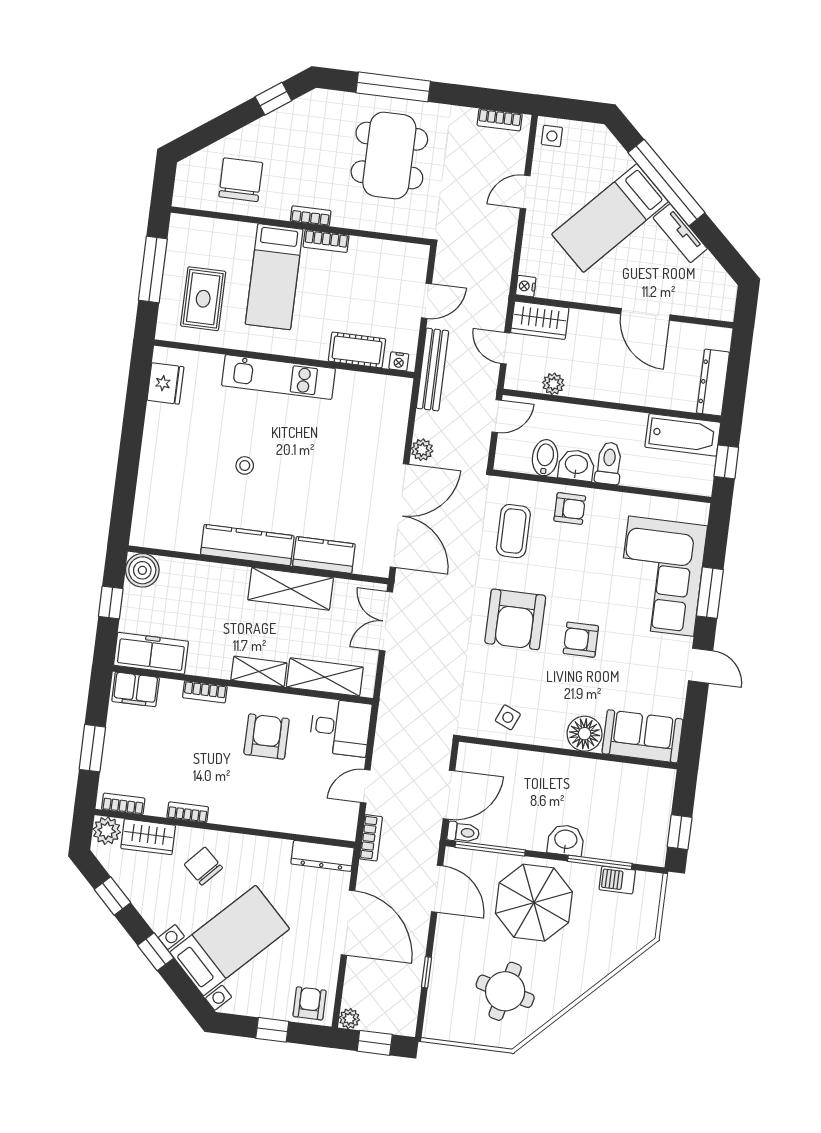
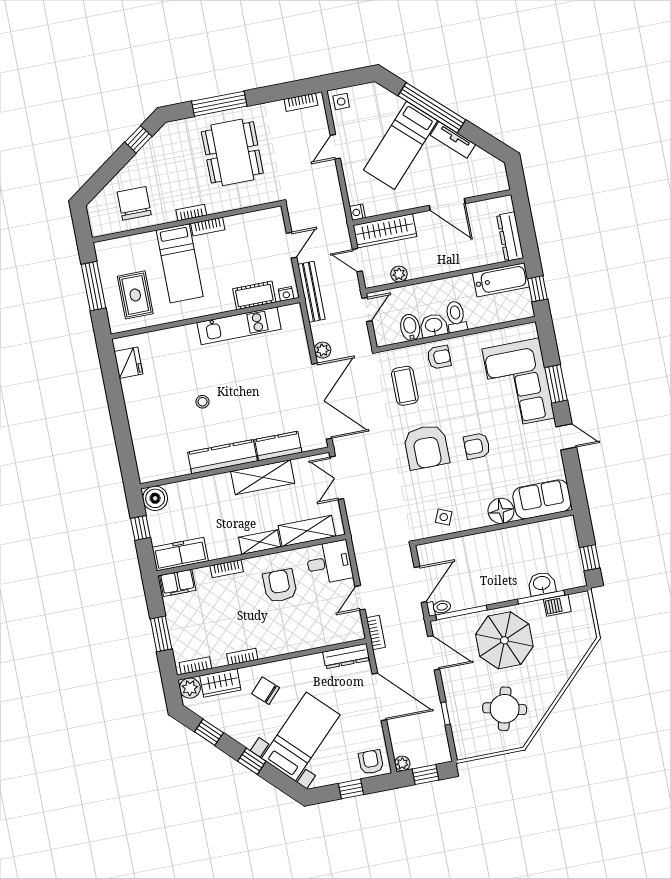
wardrobe: (540, 320) -> (385, 231), width x1.50
kitchen unit: (279, 377) -> (239, 326), moved
washbasin: (566, 840) -> (542, 584), moved

